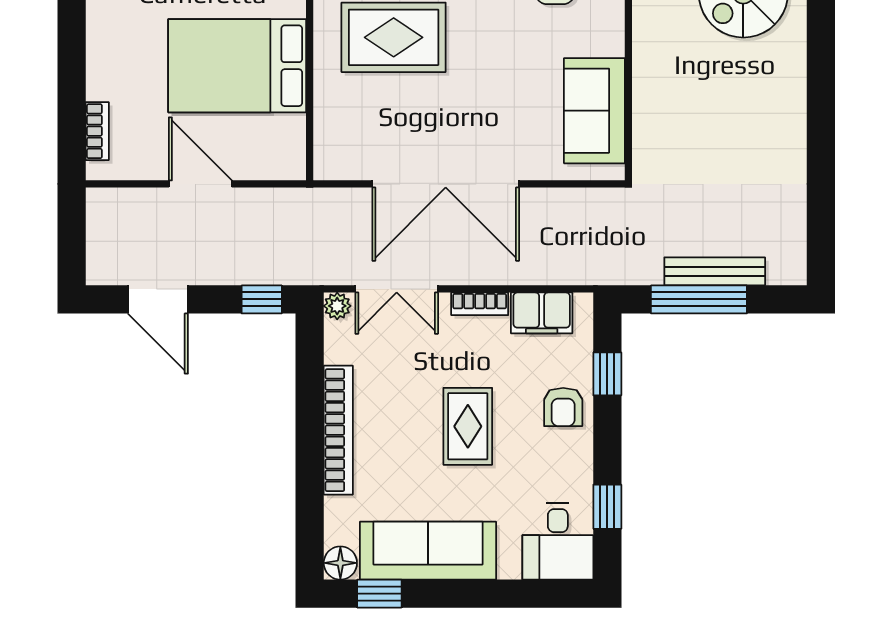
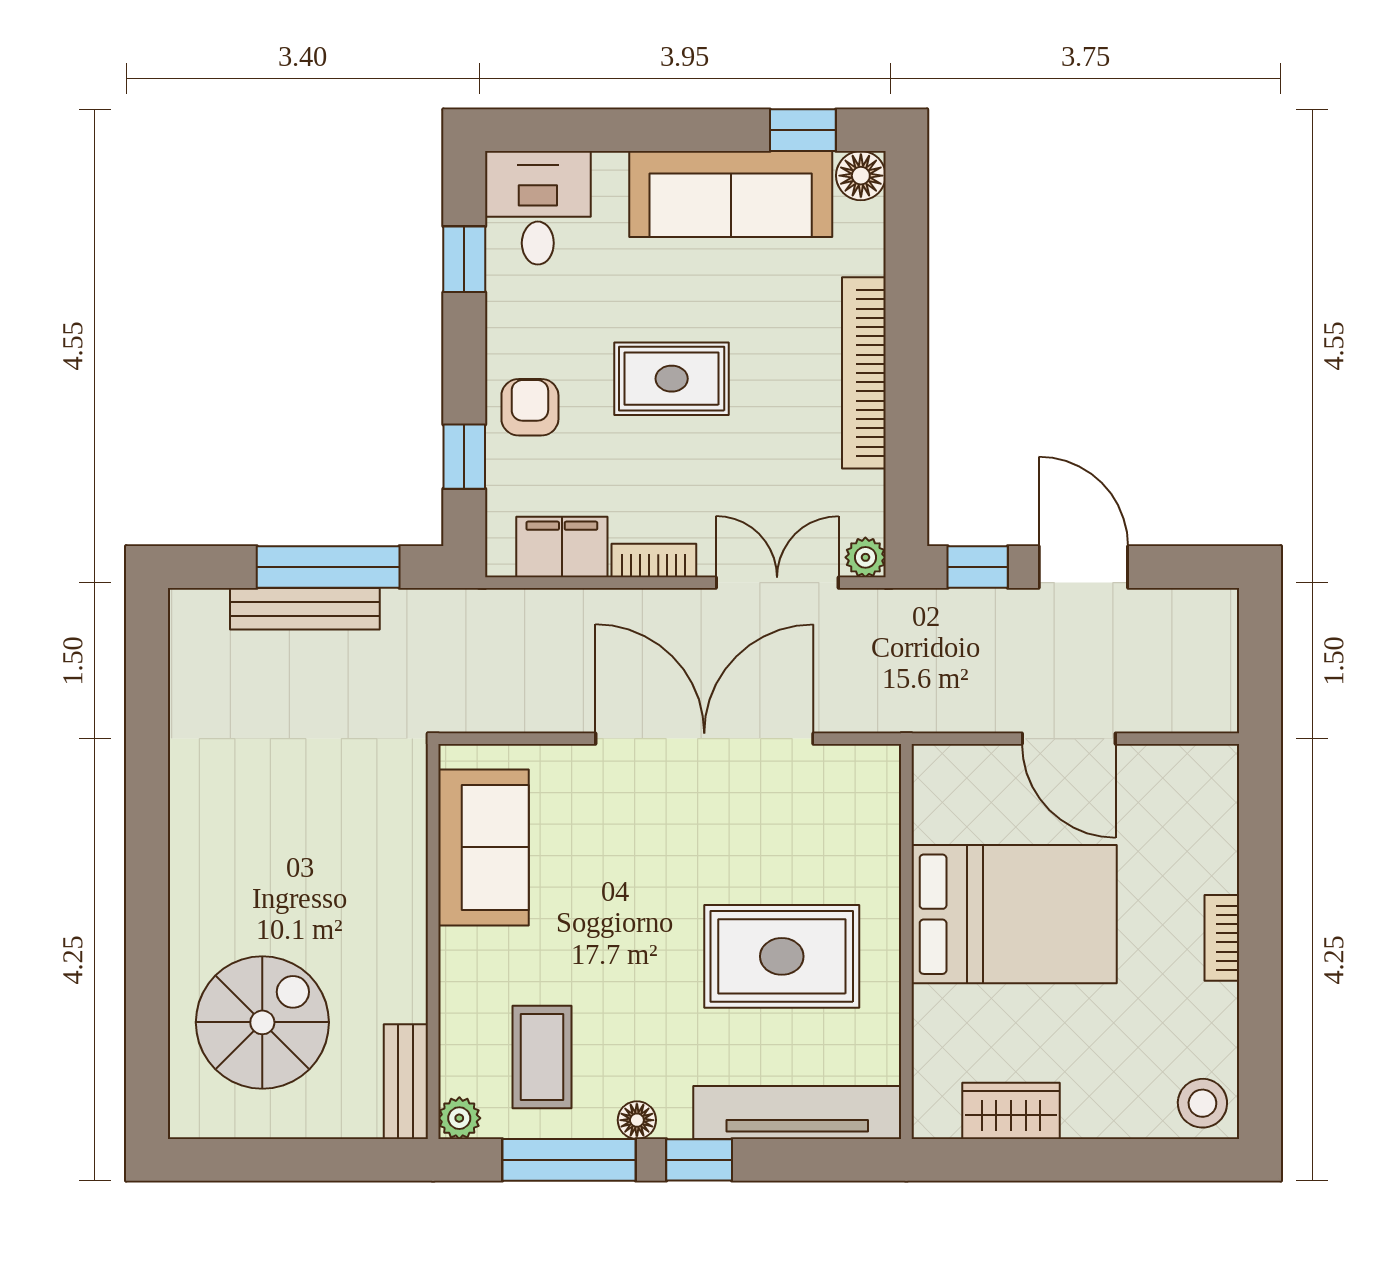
bookcase: (97, 131) -> (1222, 938), moved
door: (158, 299) -> (1083, 567), moved
rug: (468, 426) -> (672, 379), turned 90

